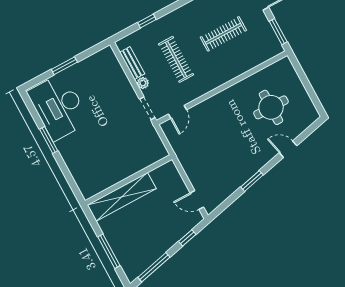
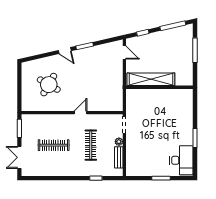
desk: (59, 107) -> (181, 160), width x0.73, depth x0.77
round table: (271, 107) -> (49, 85), turned 30
door: (177, 112) -> (80, 113), moved
door: (288, 149) -> (65, 51), moved
shelving: (122, 197) -> (151, 79), moved

